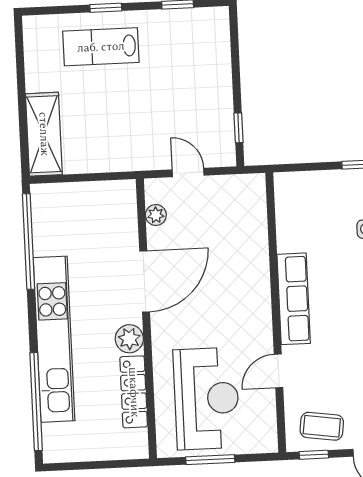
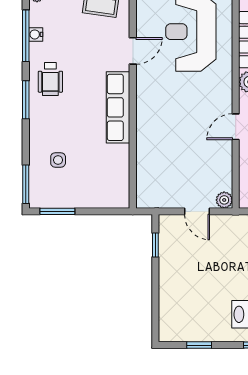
plant: (156, 215) -> (224, 200), moved
door: (145, 281) -> (236, 127), width x0.53

